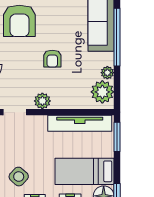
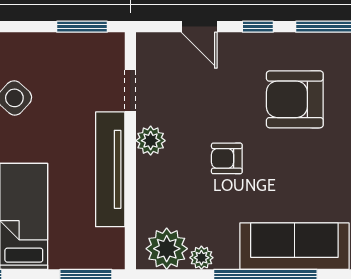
tv unit: (80, 123) -> (110, 169), moved

